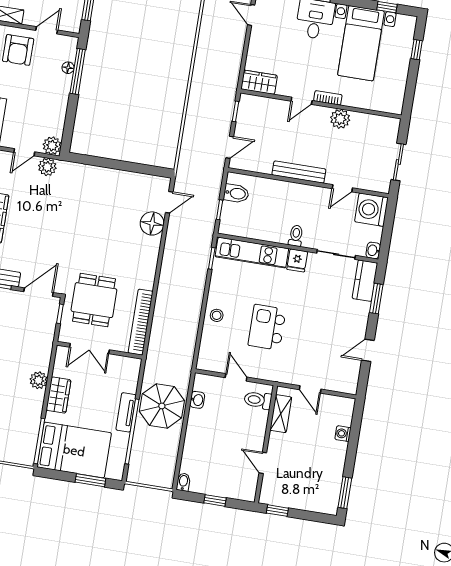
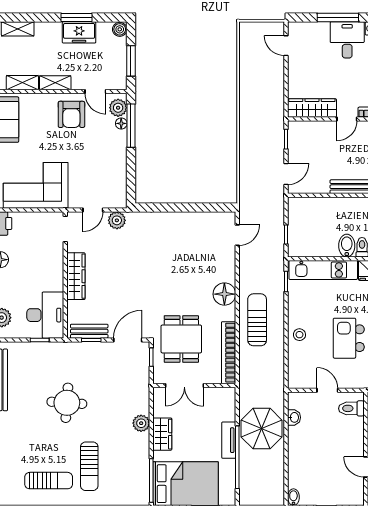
door: (47, 30) -> (95, 91), swing flipped
wardrobe: (259, 82) -> (312, 108), width x1.50
plant: (52, 146) -> (118, 108), moved
bidet: (236, 193) -> (347, 246), moved, turned -90
floor lamp: (152, 223) -> (224, 294), moved
sun lounger: (175, 293) -> (257, 320), added

